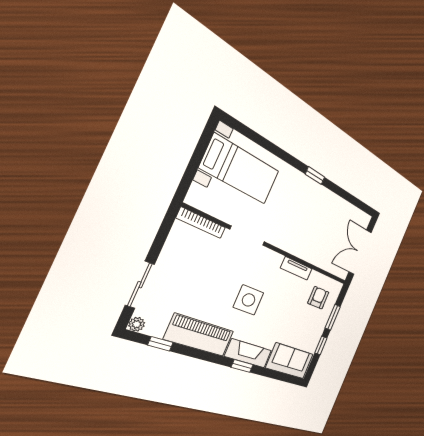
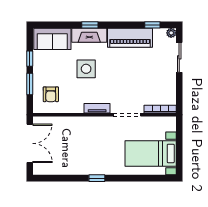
tv unit: (296, 268) -> (97, 108), moved
side table: (249, 300) -> (86, 69), moved

